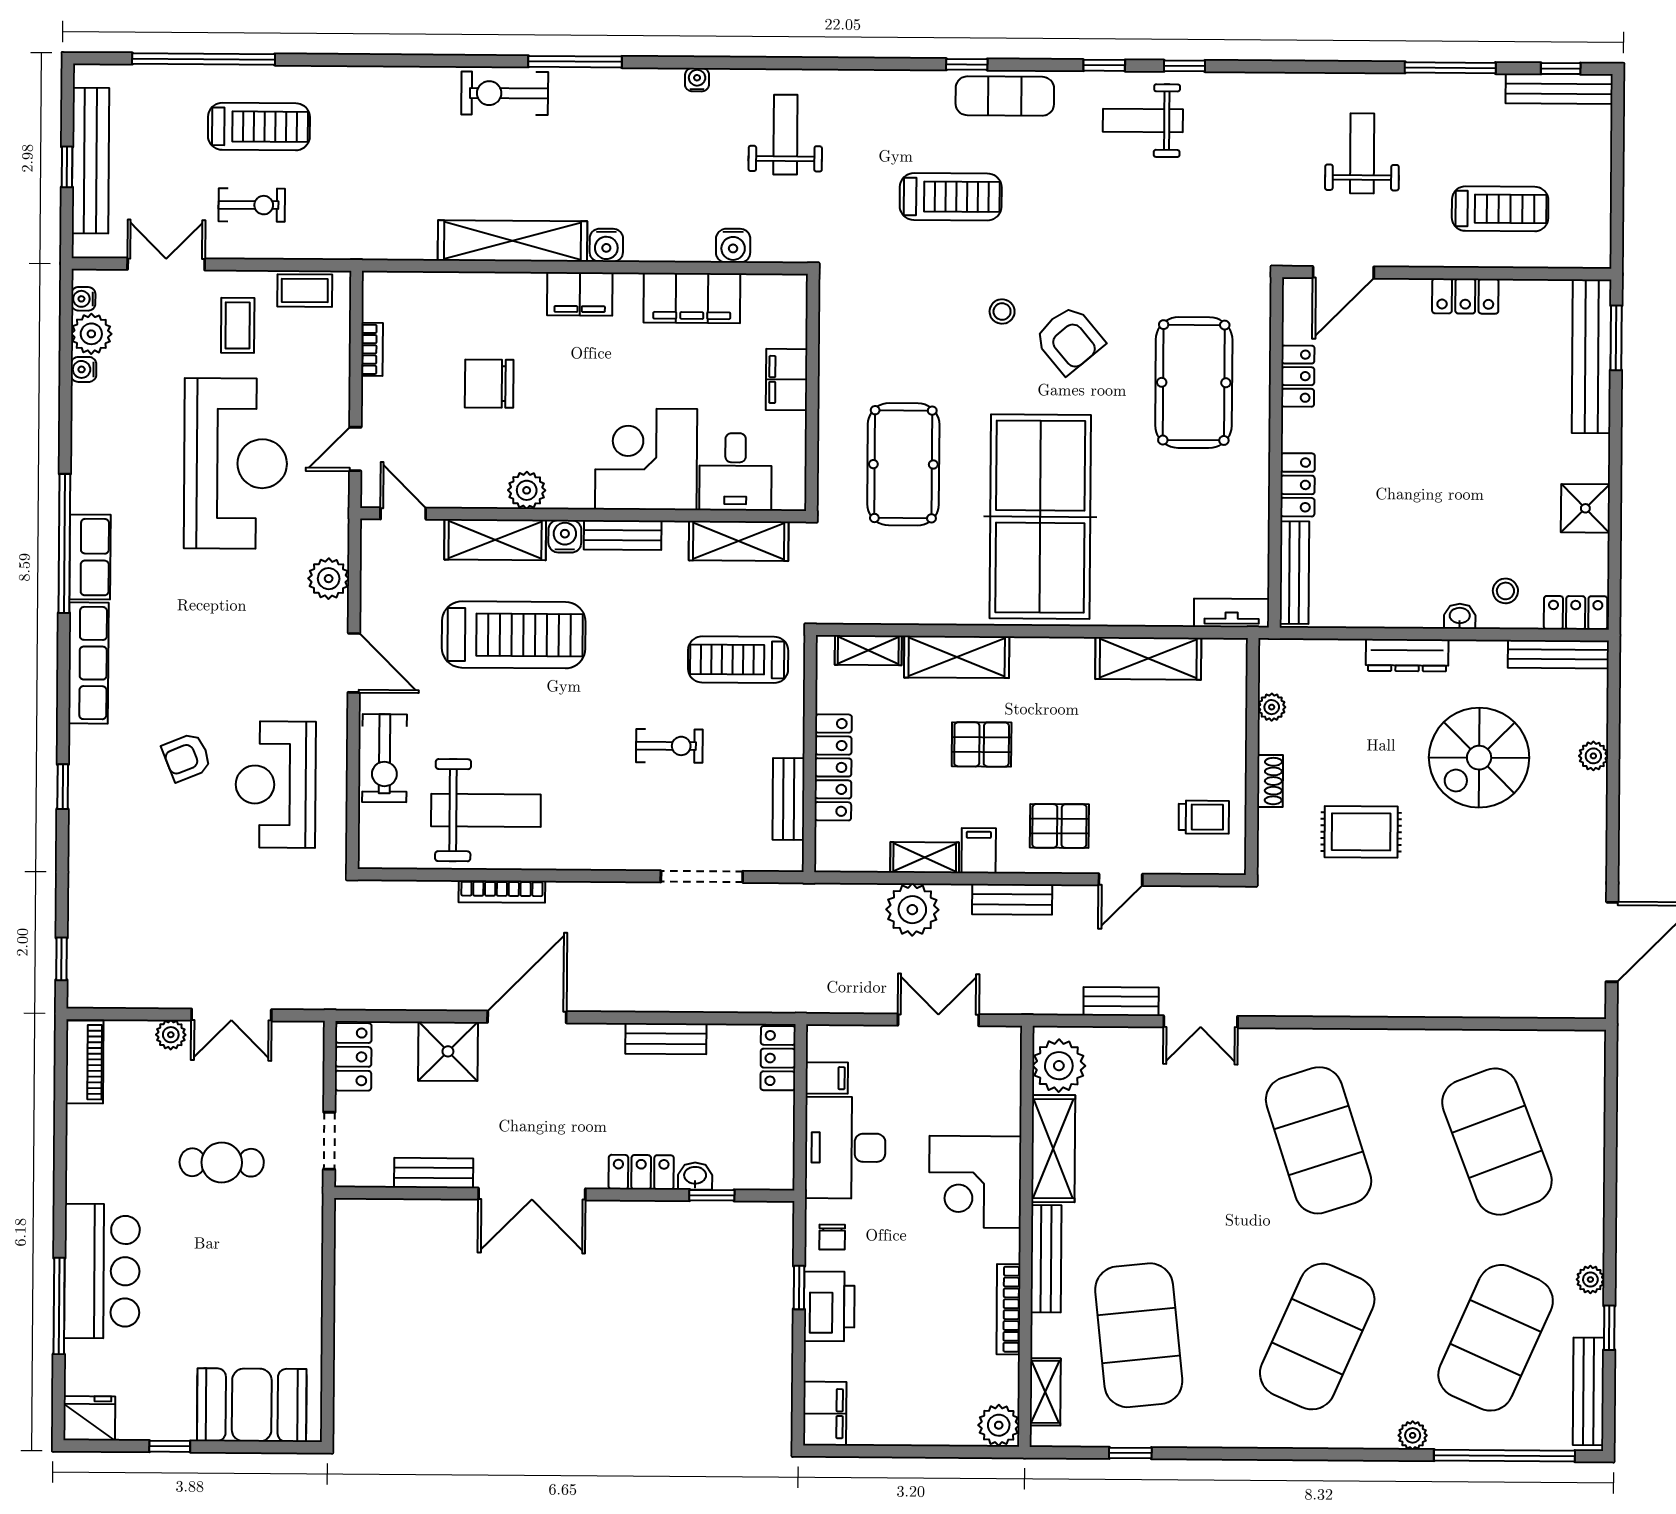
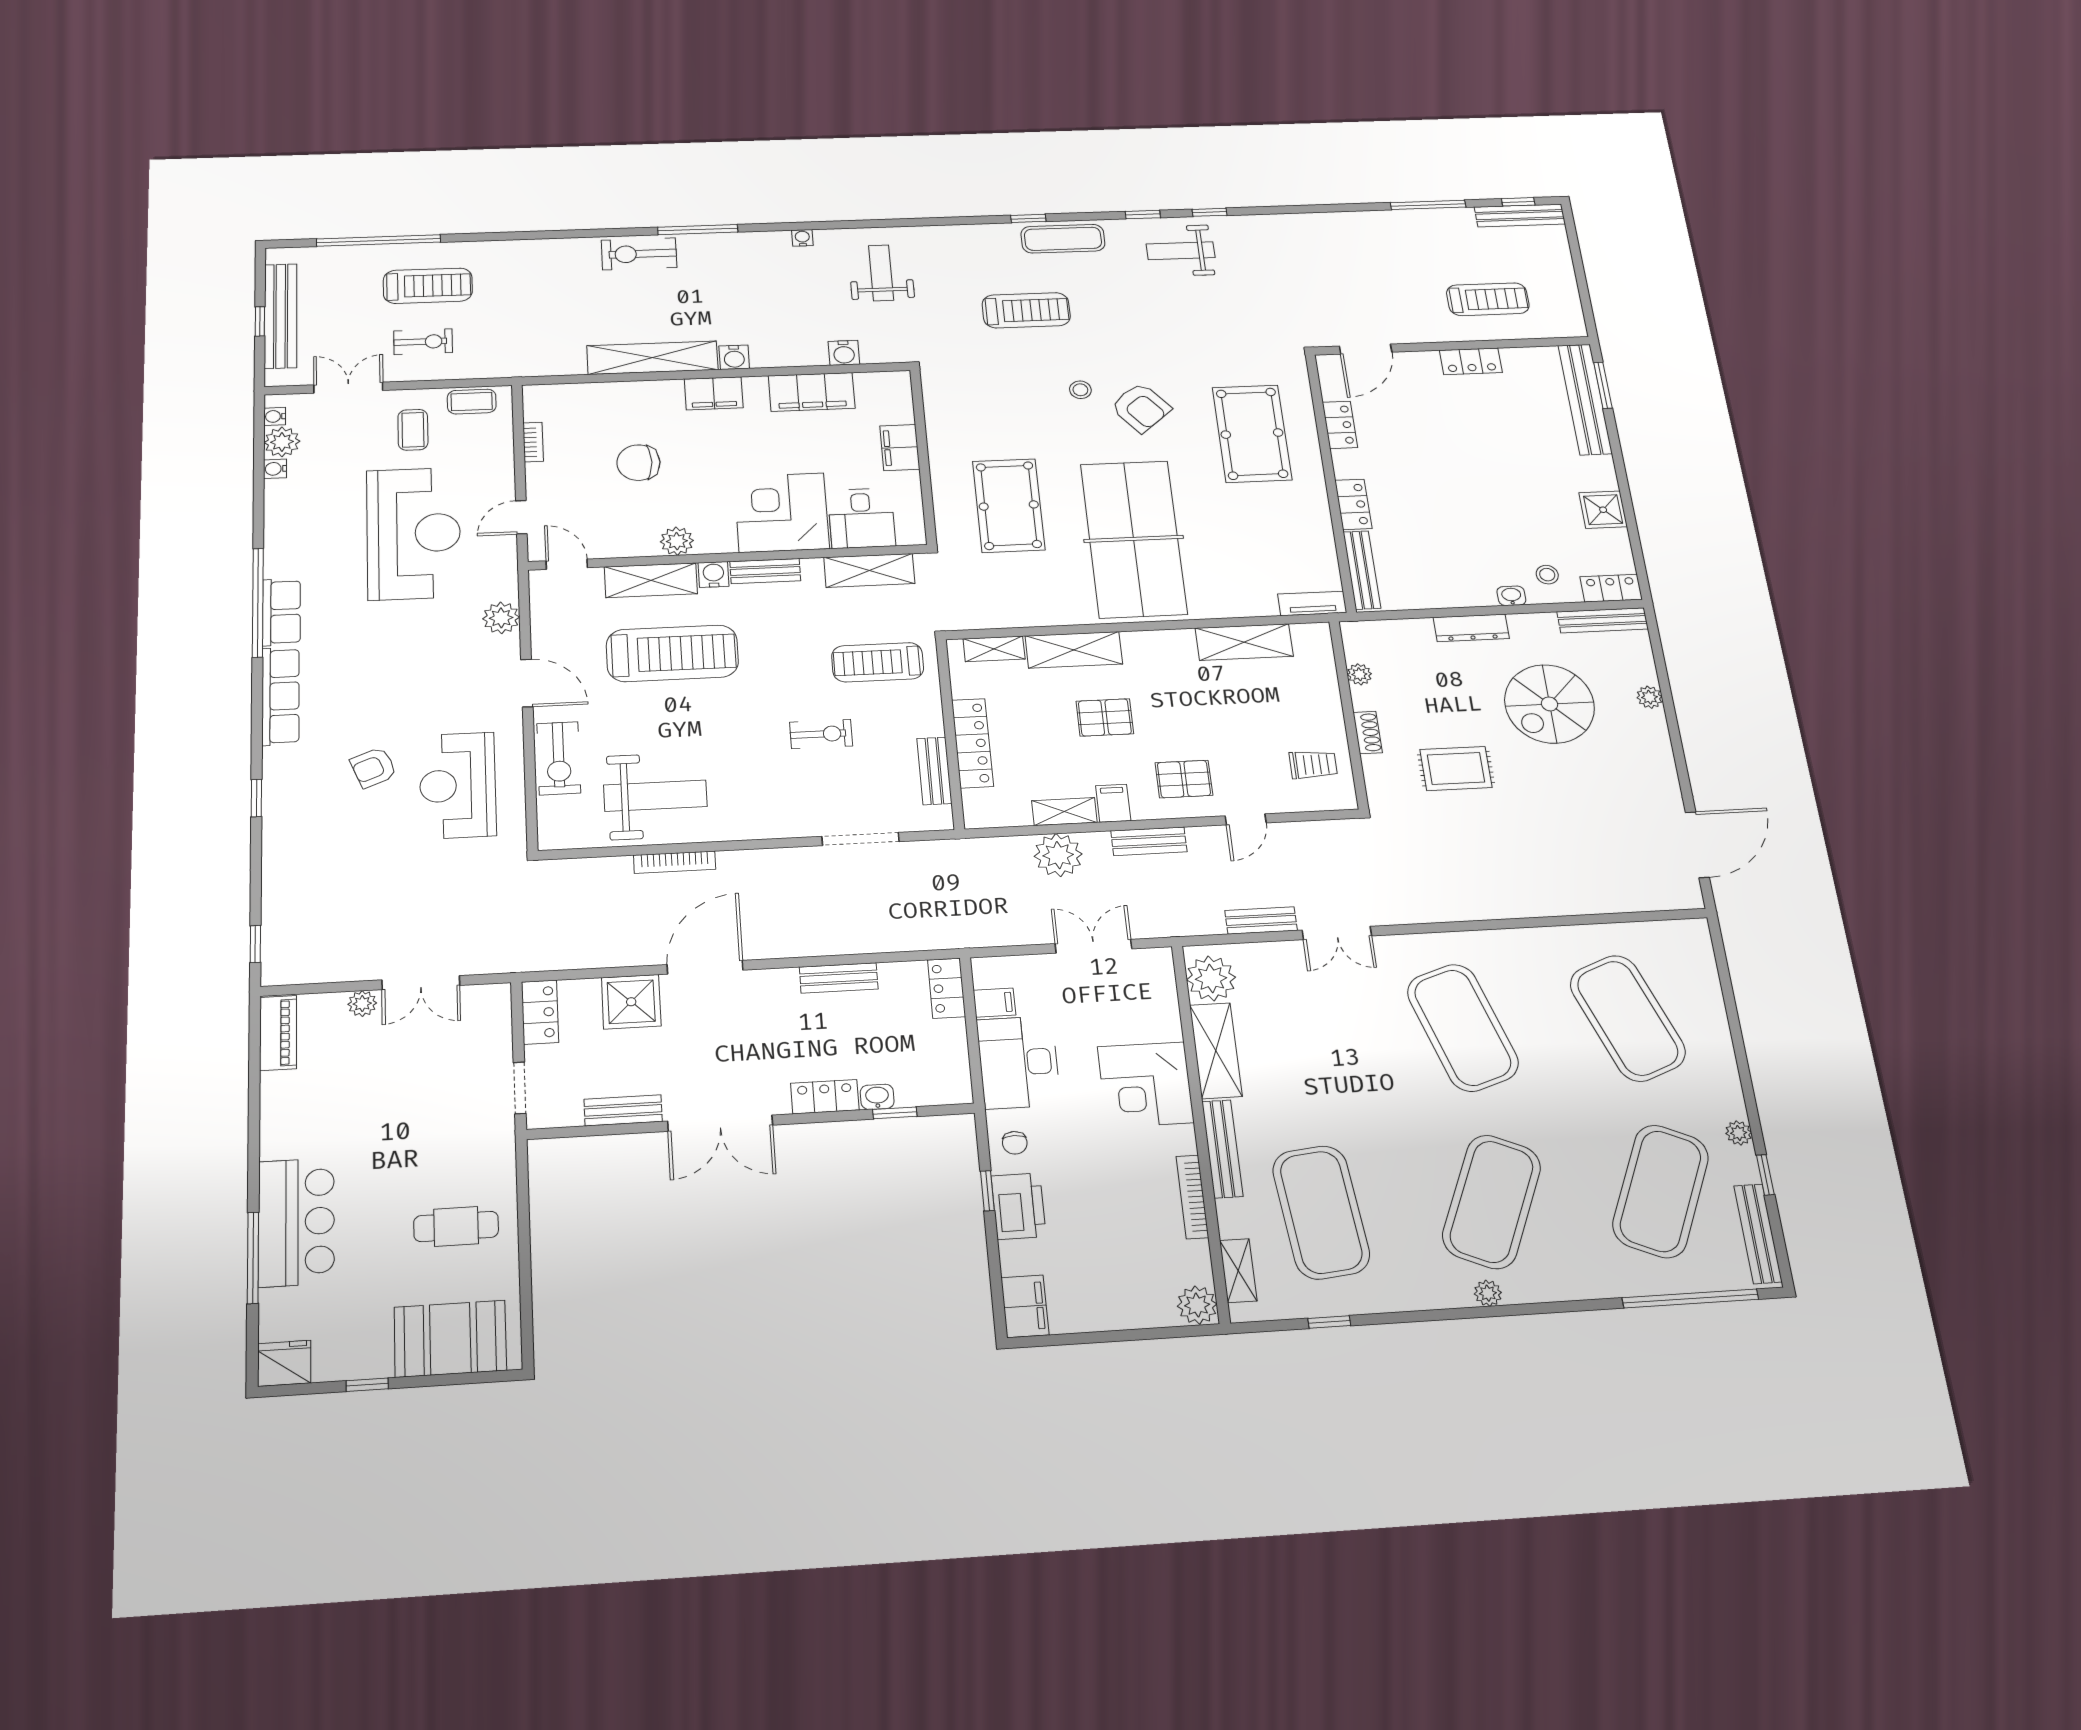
weight bench: (1362, 153) -> (1366, 266), removed
cafe table: (222, 1162) -> (456, 1226), moved
plant: (1413, 1435) -> (1488, 1293), moved

